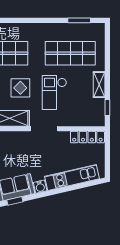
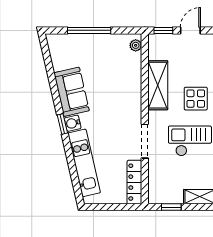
doorway: (44, 129) -> (145, 141), moved
window: (15, 201) -> (62, 124), moved

